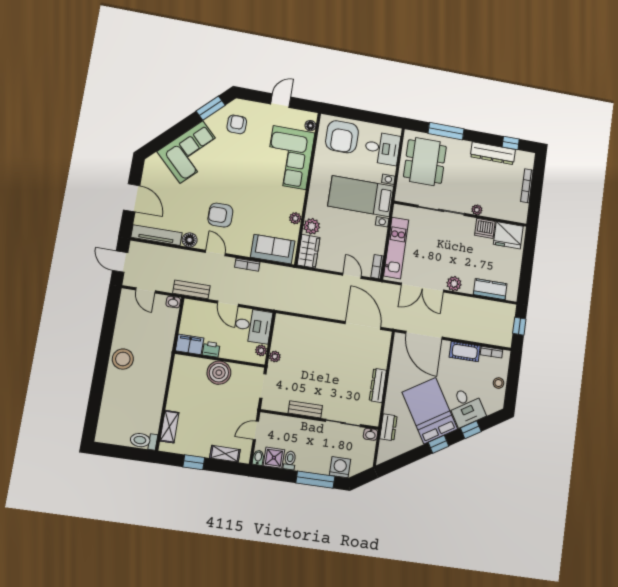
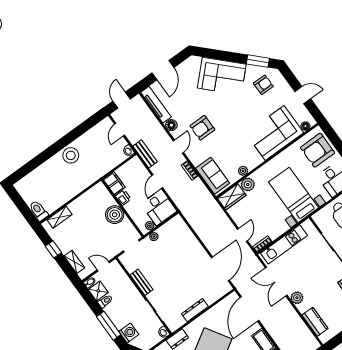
armchair: (220, 215) -> (202, 128), turned -90

